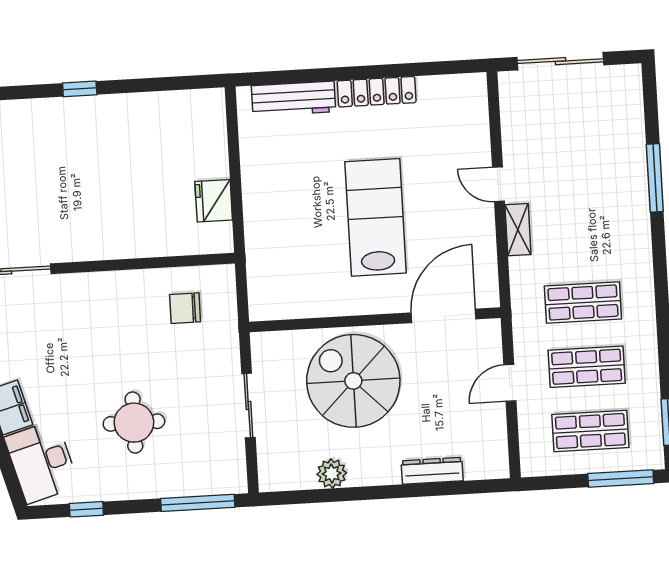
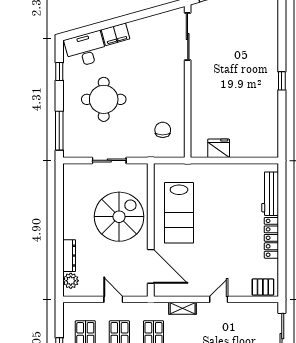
pallet: (470, 102) -> (263, 287), added
lab bench: (376, 217) -> (179, 213), moved, turned 90
shelving: (518, 230) -> (183, 308), moved
round table: (134, 423) -> (104, 99), width x1.36, depth x1.36
plant: (332, 474) -> (71, 281), moved

